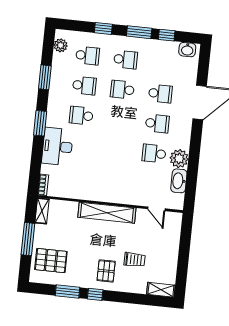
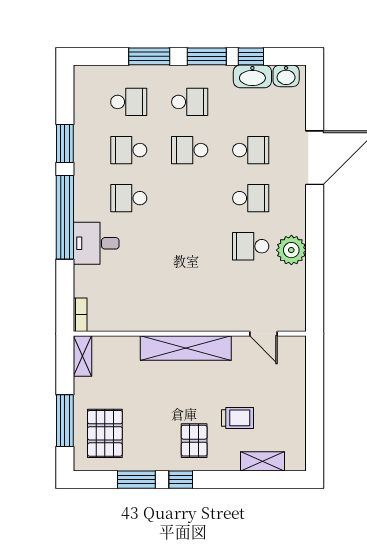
window: (103, 28) -> (149, 56), width x1.50
plant: (61, 45) -> (84, 90), removed
school desk: (84, 86) -> (129, 150), turned 180
window: (40, 123) -> (65, 217), width x2.11
desk: (57, 146) -> (96, 243), width x0.73
washbasin: (179, 181) -> (252, 76), moved, turned -90
window: (28, 239) -> (65, 421), moved
pallet: (51, 261) -> (105, 433), turned 90
shelving: (161, 290) -> (263, 461), moved

